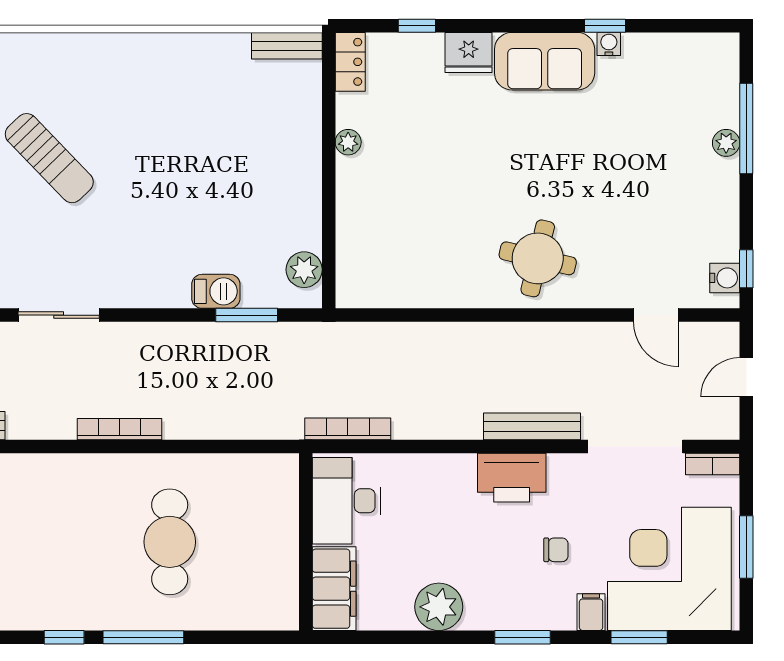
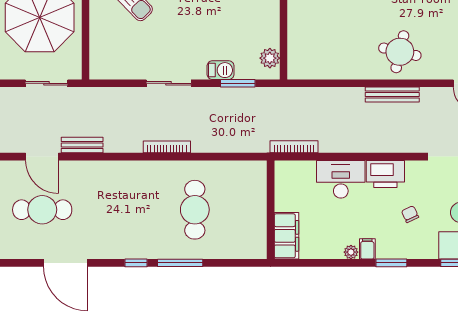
sliding door: (59, 315) -> (169, 83), moved
bench: (532, 426) -> (392, 95), moved
desk: (346, 501) -> (341, 179), moved, turned 90
chair: (556, 550) -> (410, 214), turned -115
plant: (439, 607) -> (351, 252), width x0.53, depth x0.53
filing cabinet: (591, 612) -> (367, 249), moved

